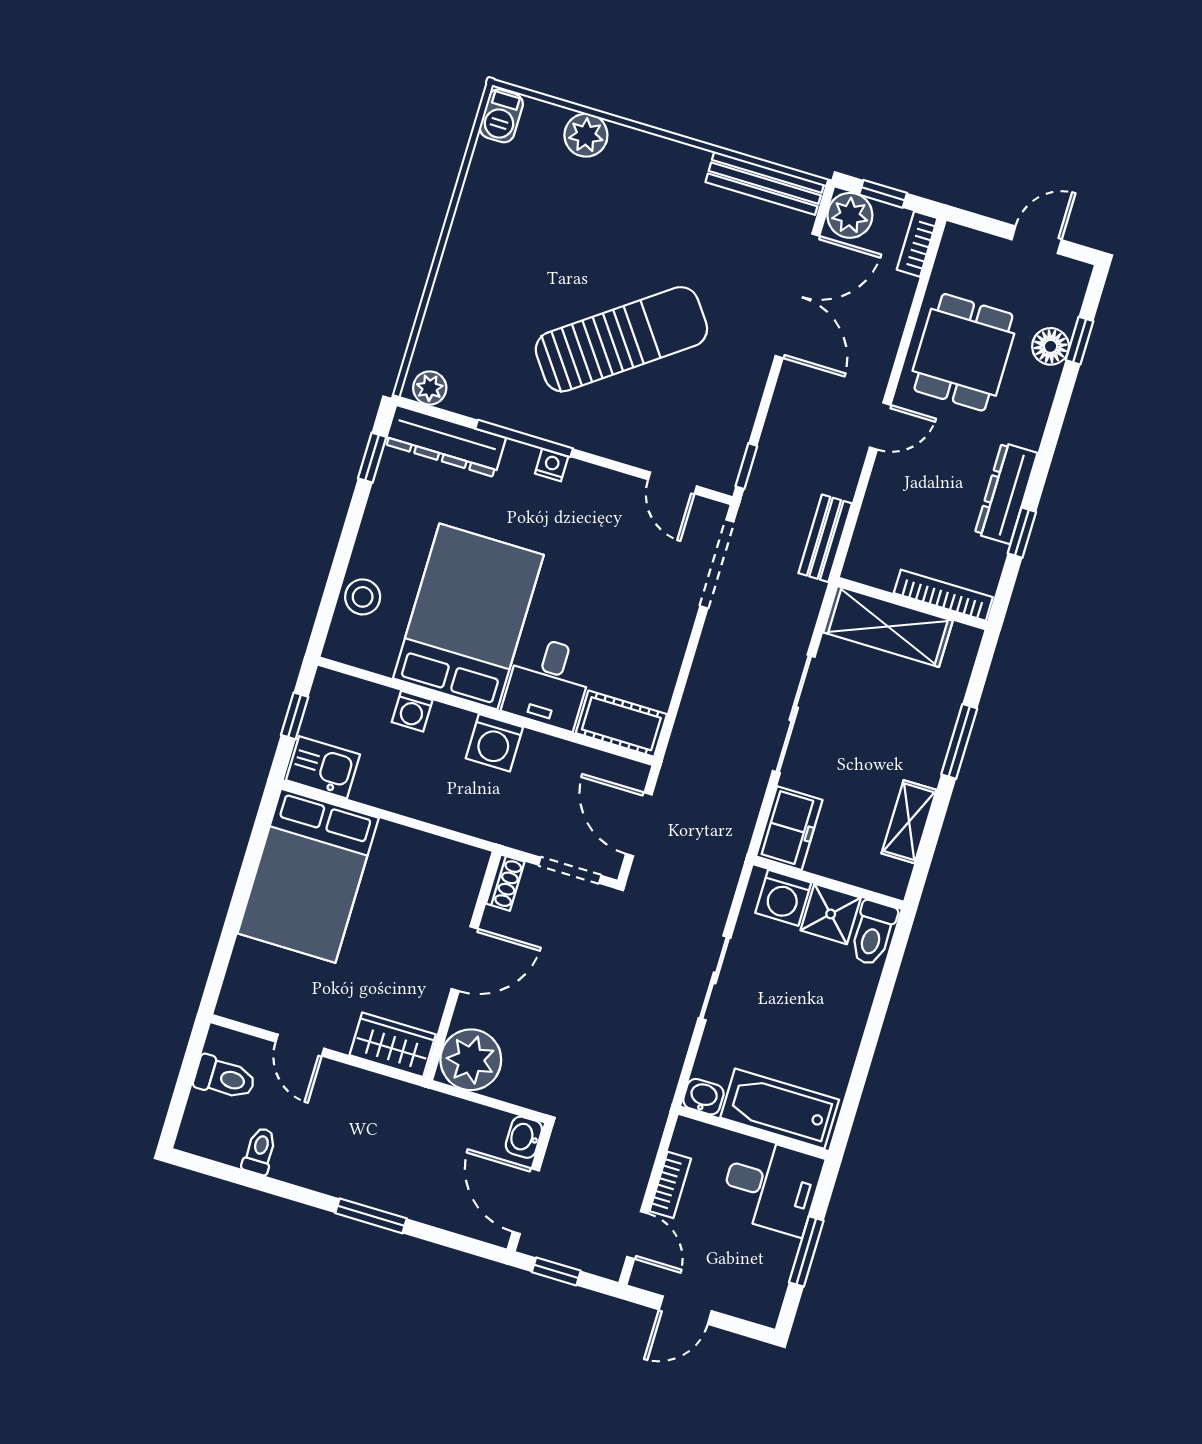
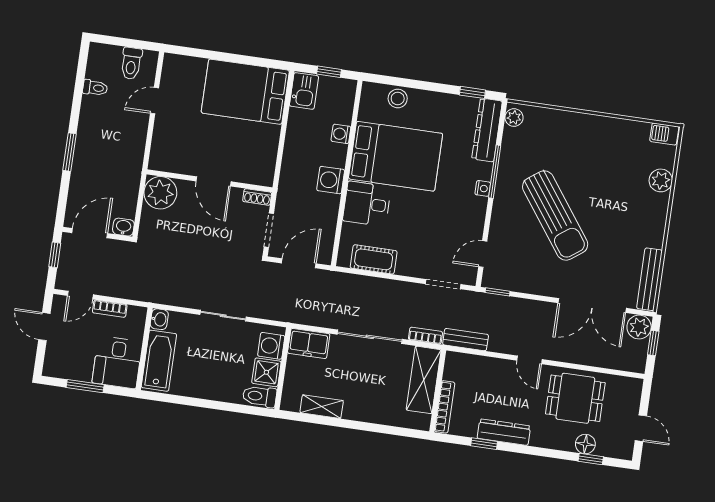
bookcase: (917, 244) -> (425, 336), moved
doorway: (717, 564) -> (443, 284), width x0.73
cot: (621, 724) -> (374, 259), moved, turned 90
window: (959, 741) -> (368, 427), removed
wardrobe: (393, 1045) -> (162, 150), removed

